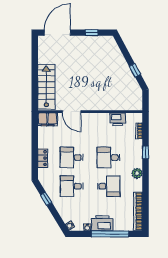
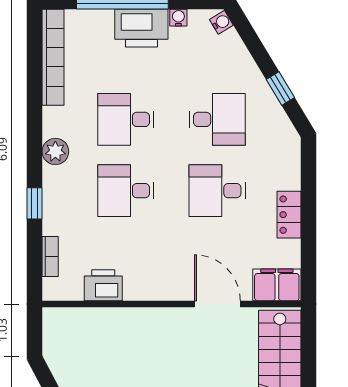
desk: (72, 157) -> (217, 191), turned 180
desk: (109, 157) -> (126, 191), turned 180
locker: (43, 158) -> (289, 215), moved

